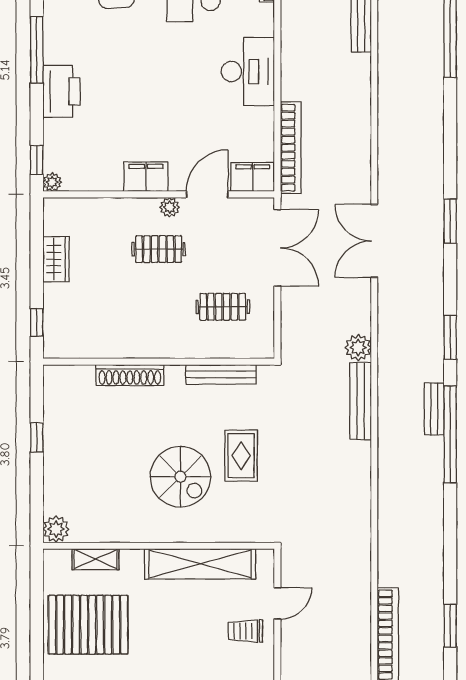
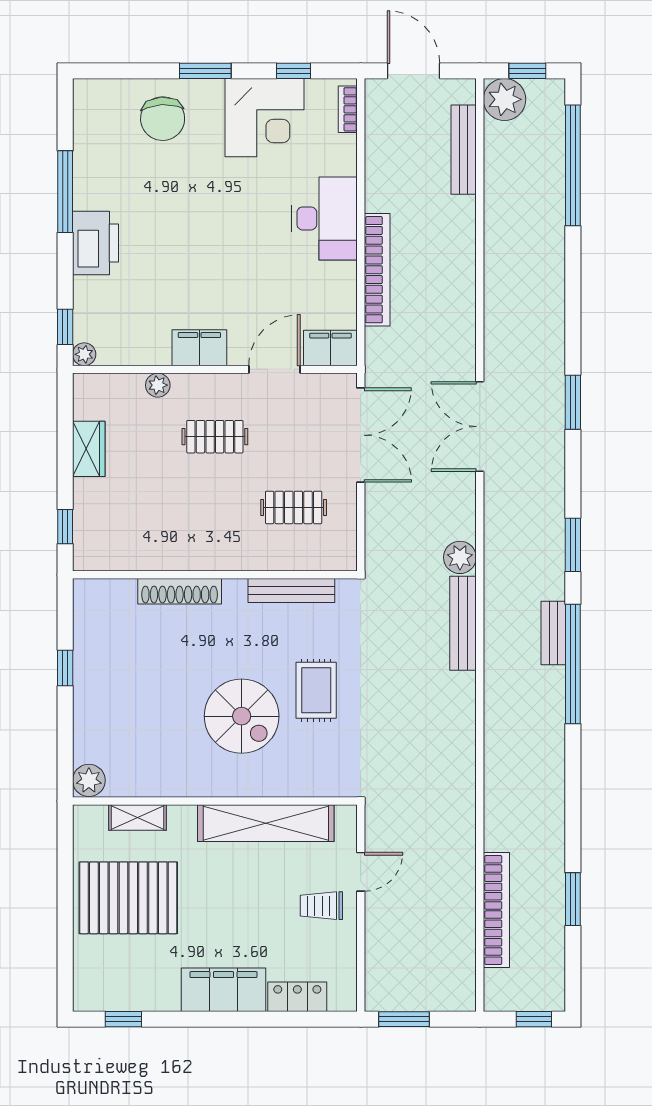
bookcase: (291, 148) -> (377, 270), moved
plant: (170, 207) -> (158, 385), moved

